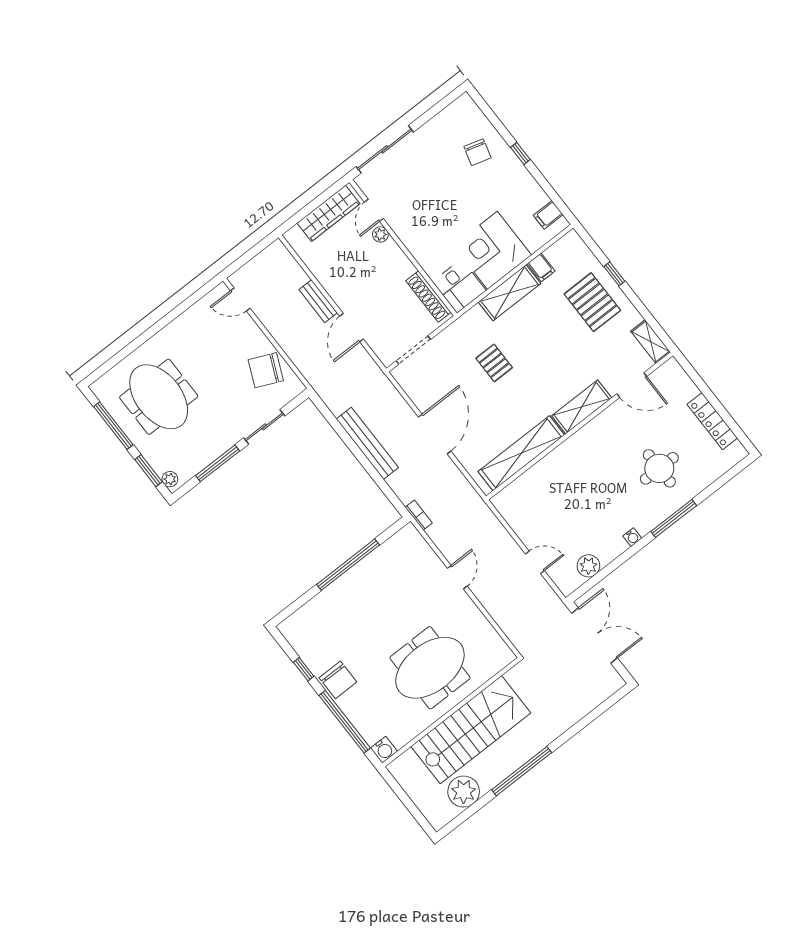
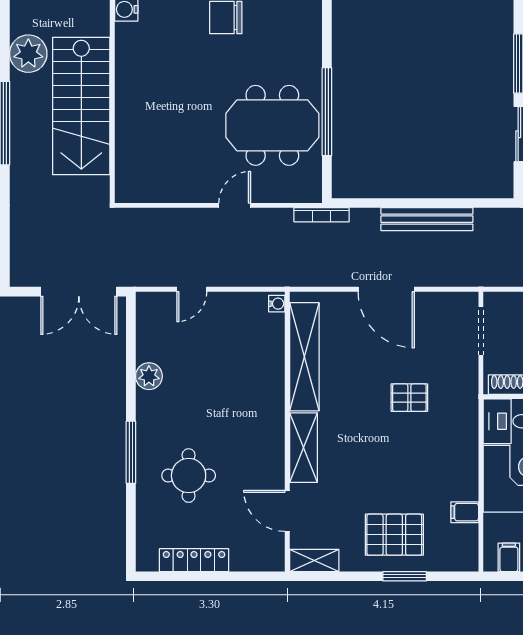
window: (614, 274) -> (405, 576), width x1.50
shelving: (510, 293) -> (464, 464), removed
door: (632, 385) -> (287, 511), hinge flipped
bookcase: (419, 515) -> (322, 215), width x1.56
water cooler: (632, 537) -> (277, 304), moved, turned 180
plant: (588, 566) -> (149, 376), moved
door: (457, 577) -> (235, 205), swing flipped
meeting table: (430, 668) -> (272, 125), moved, turned 90

